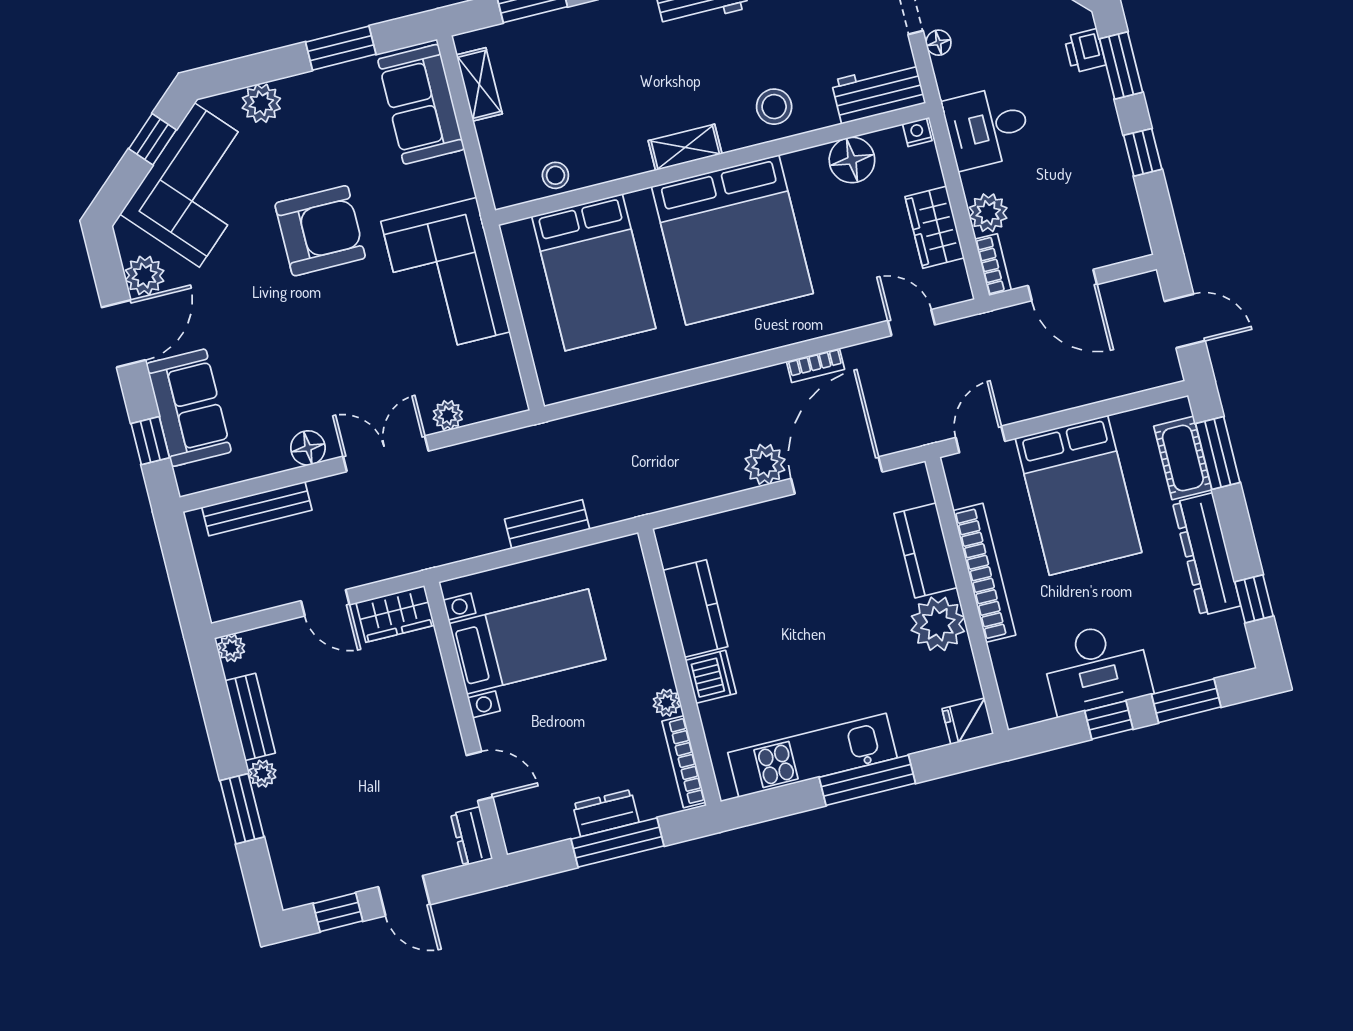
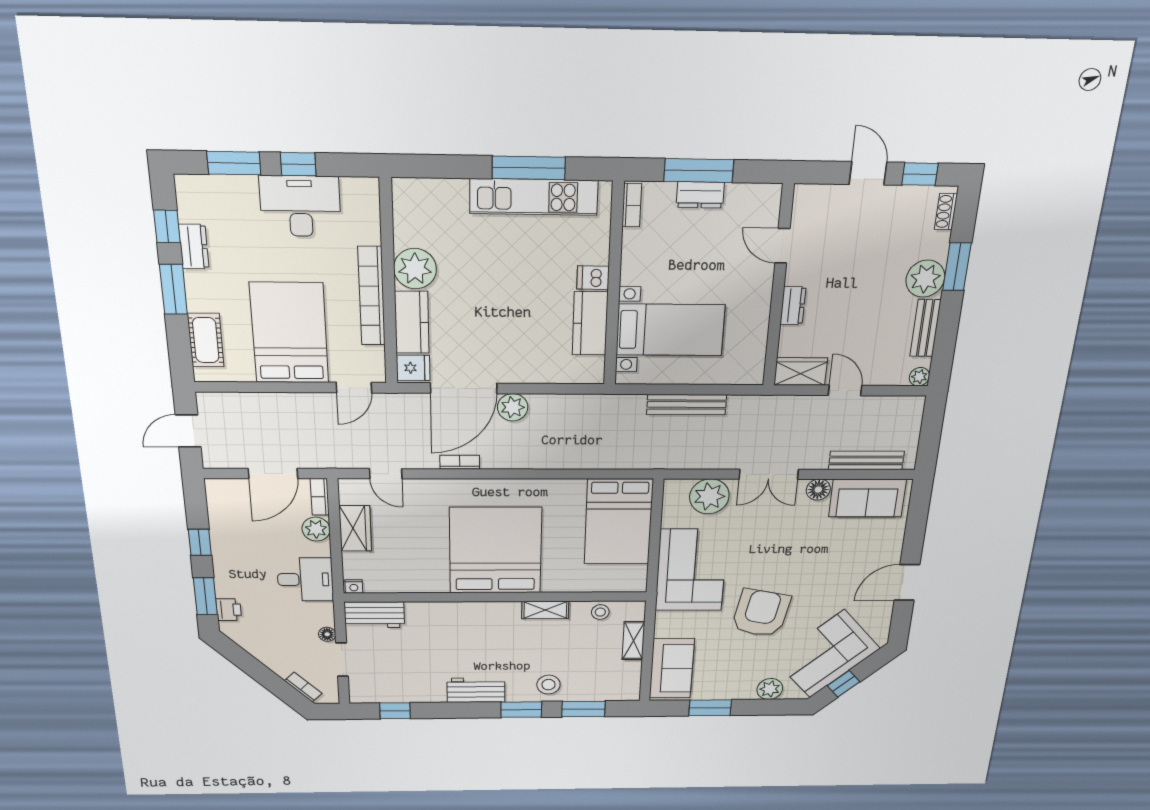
shelving: (479, 84) -> (633, 641), moved
stool: (774, 107) -> (548, 685), moved
shelving: (685, 147) -> (545, 610), moved
floor lamp: (852, 160) -> (402, 580), removed
armchair: (320, 231) -> (761, 613), turned 101
bed: (594, 272) -> (619, 522), moved, turned 180
plant: (145, 276) -> (880, 612), removed
door: (1063, 285) -> (273, 473), swing flipped
door: (1185, 321) -> (188, 431), hinge flipped
sofa: (189, 408) -> (867, 498), moved, turned -90
plant: (448, 415) -> (709, 496), width x1.87, depth x1.87
window: (150, 441) -> (917, 517), removed
window: (1218, 453) -> (173, 289), moved
bench: (547, 524) -> (687, 405), width x1.36
dresser: (1207, 554) -> (194, 247), width x0.51, depth x0.80
bed with nightstands: (527, 642) -> (670, 330), moved, turned 180
dishwasher: (711, 677) -> (593, 278), width x0.73
plant: (667, 703) -> (631, 263), removed
fridge: (968, 721) -> (413, 368), moved
bookcase: (684, 762) -> (632, 205), width x0.64
plant: (262, 774) -> (925, 279), width x1.88, depth x1.88
window: (867, 780) -> (529, 168), moved
dresser: (472, 836) -> (793, 306), moved
shoe rack: (286, 875) -> (946, 211), added

